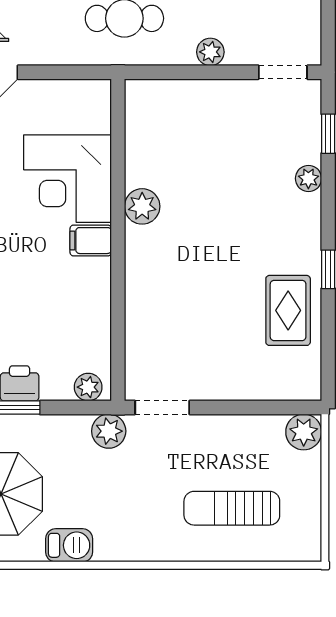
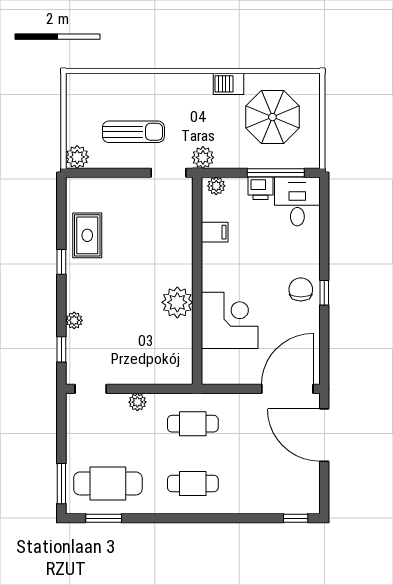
plant: (142, 206) -> (177, 302), width x1.36, depth x1.36
filing cabinet: (91, 241) -> (215, 232), moved
sun lounger: (232, 508) -> (133, 132), moved

